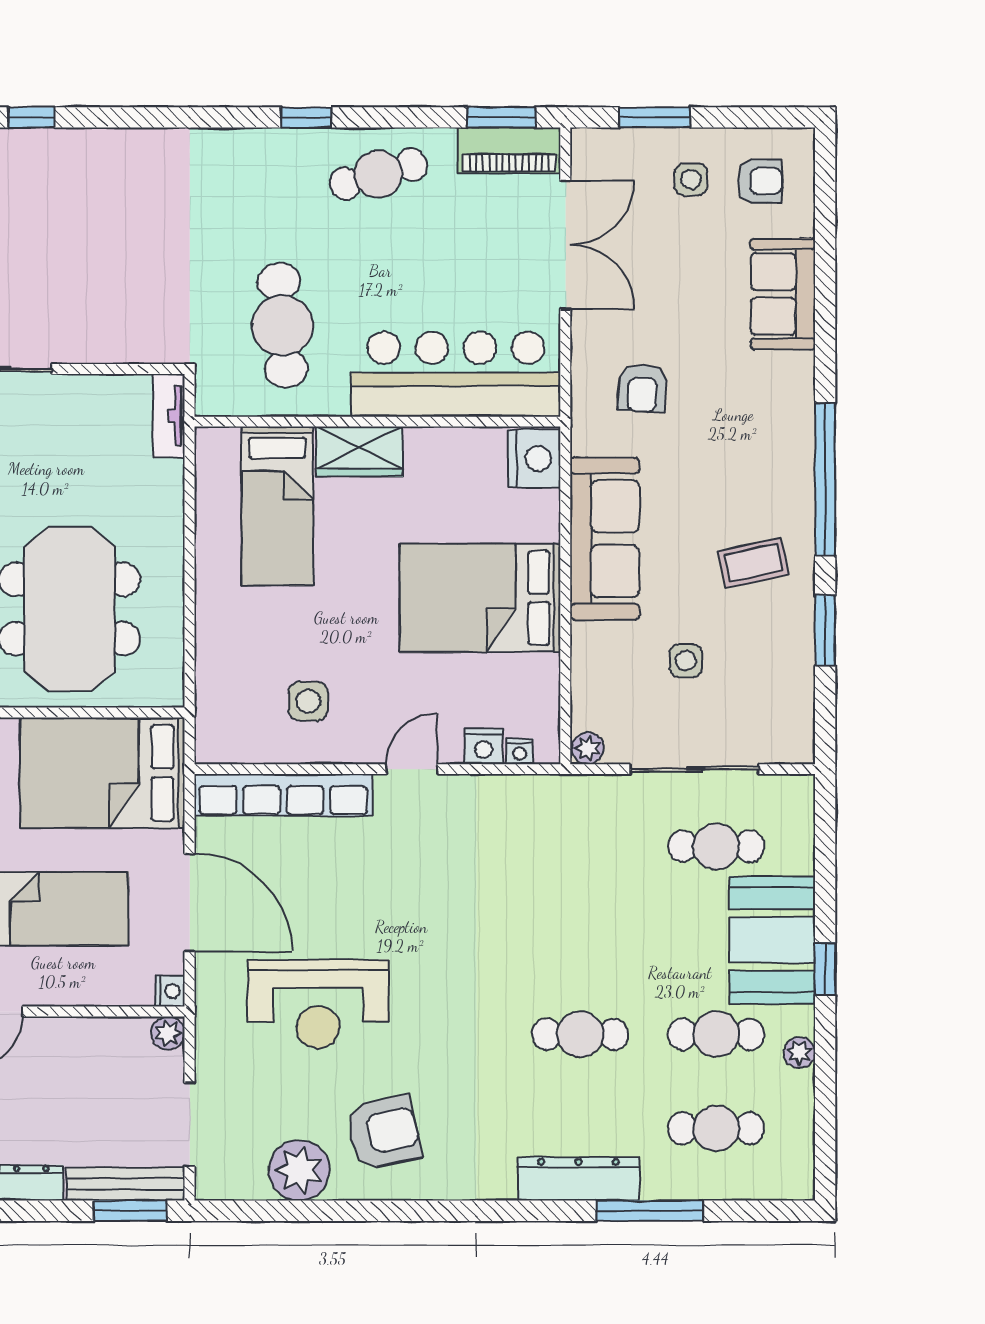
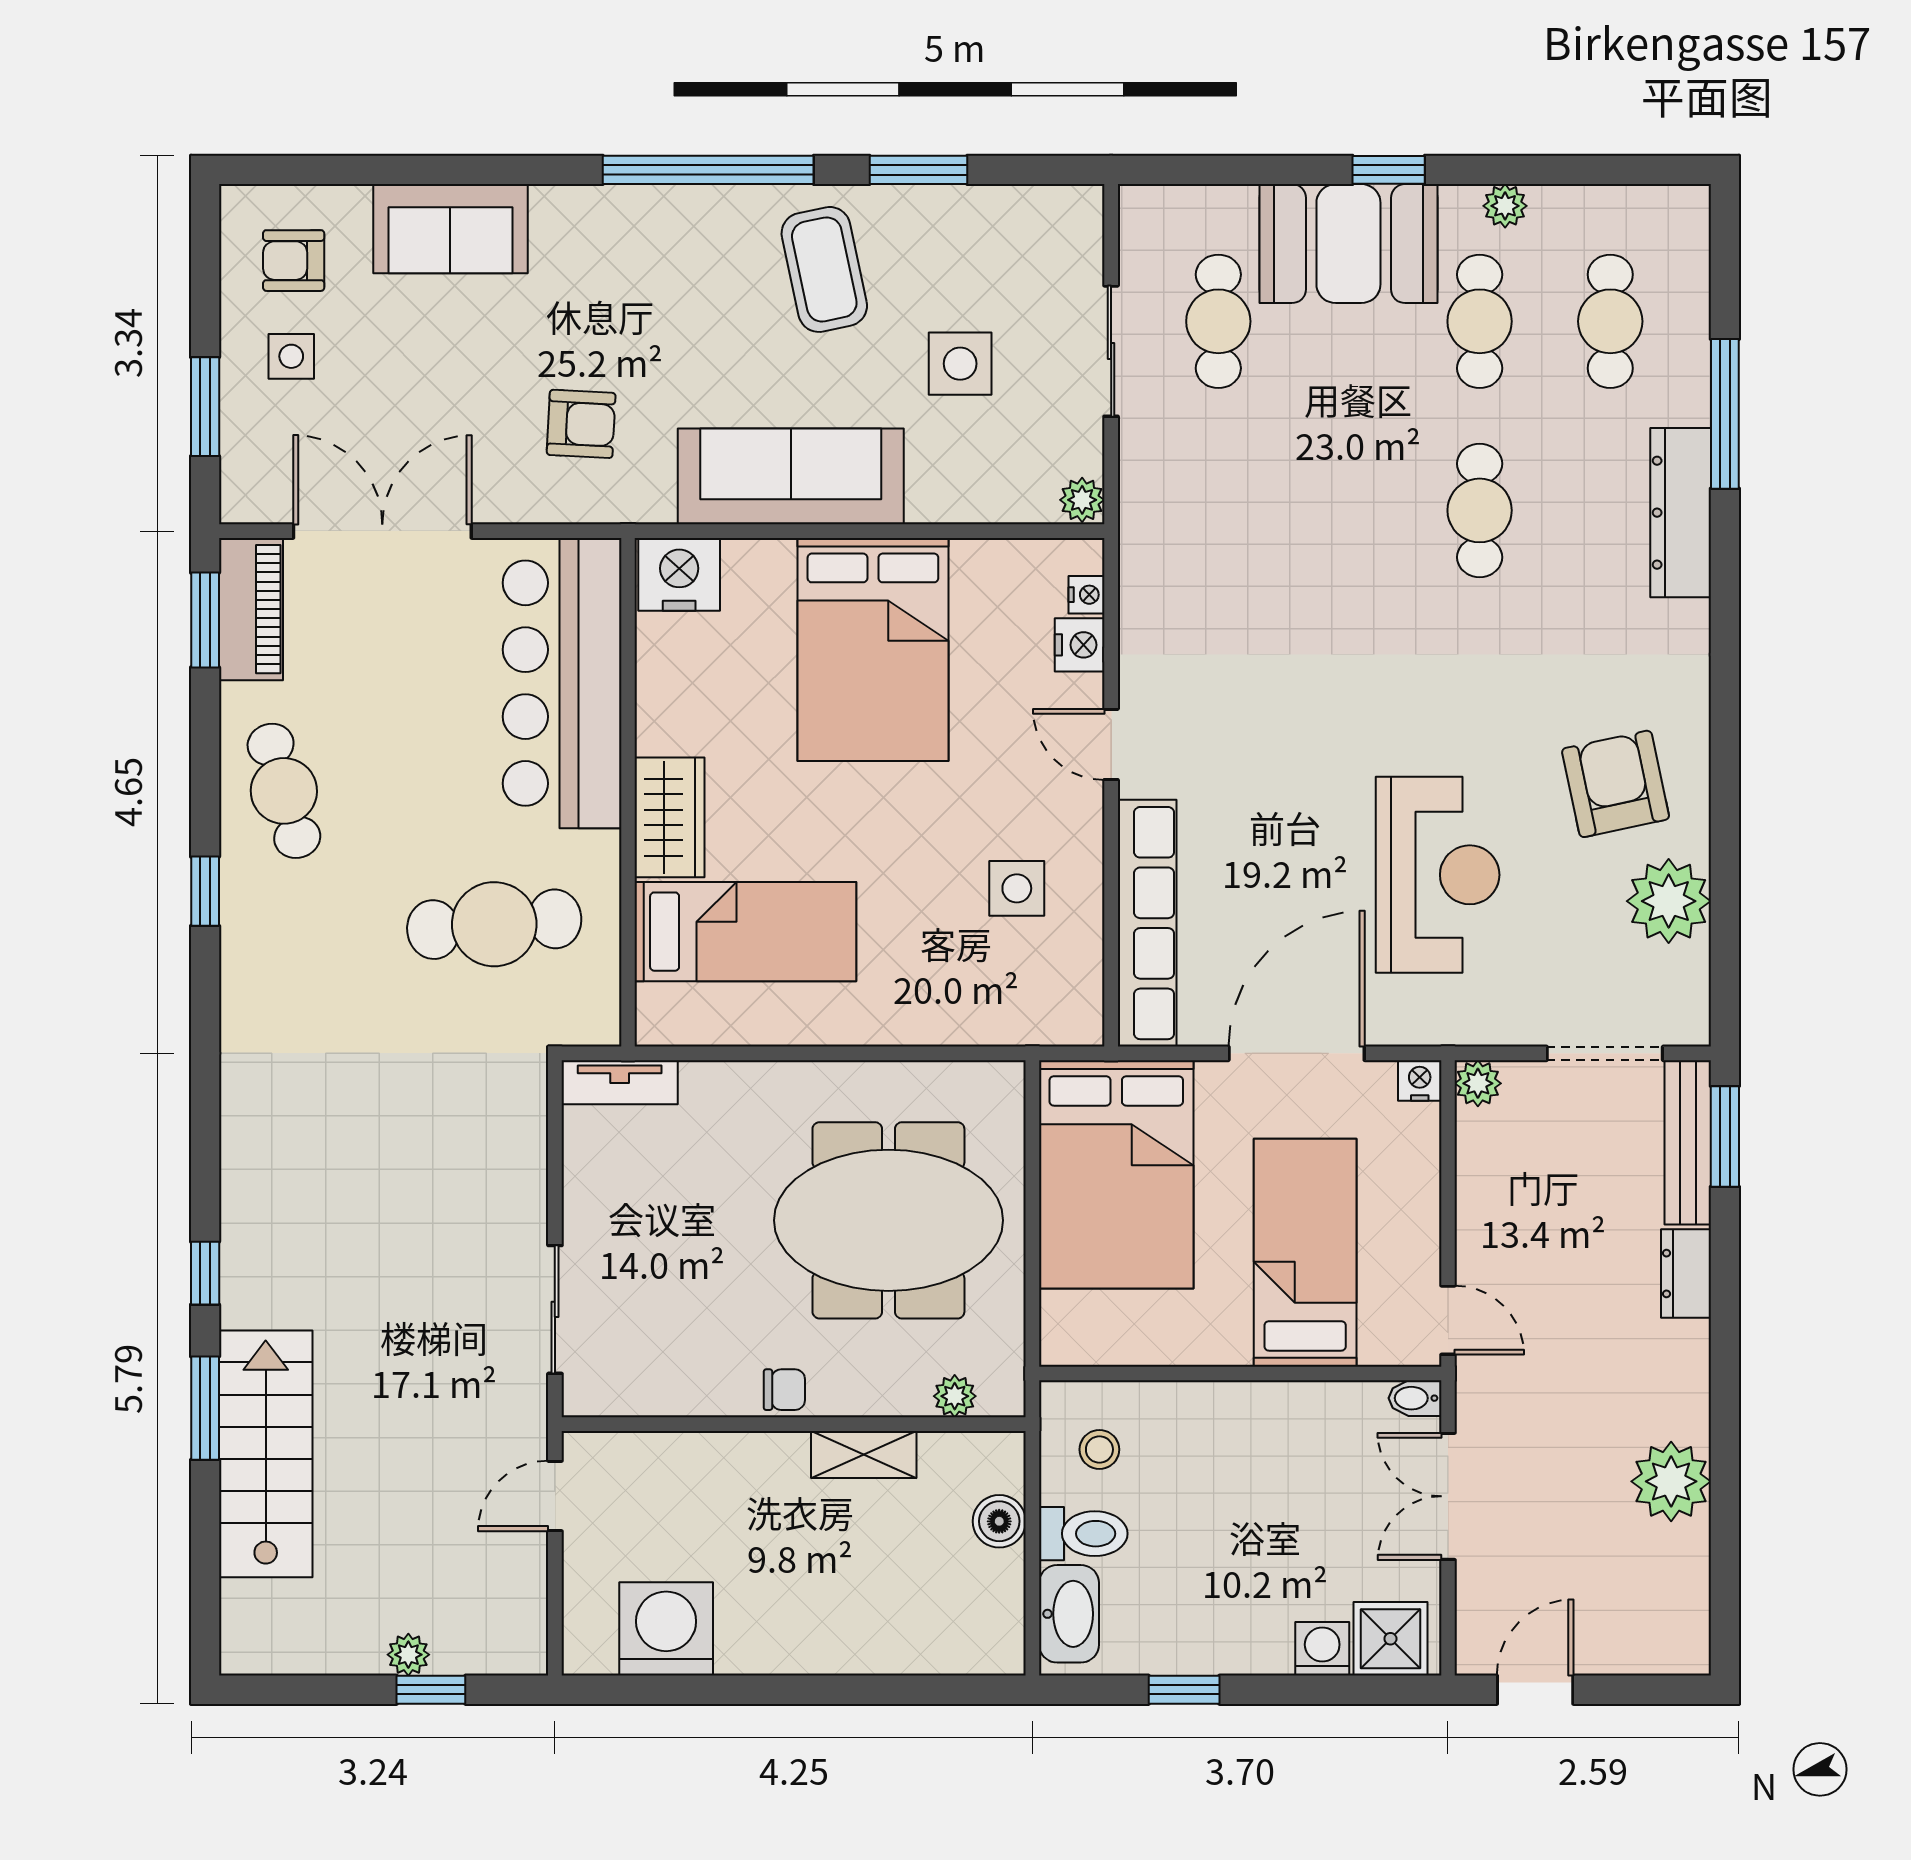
armchair: (760, 181) -> (294, 261), turned -90
coffee table: (754, 563) -> (824, 269), width x1.36, depth x1.30
side table: (686, 661) -> (960, 364), width x1.37, depth x1.37
sliding door: (695, 769) -> (1111, 351), width x0.73

